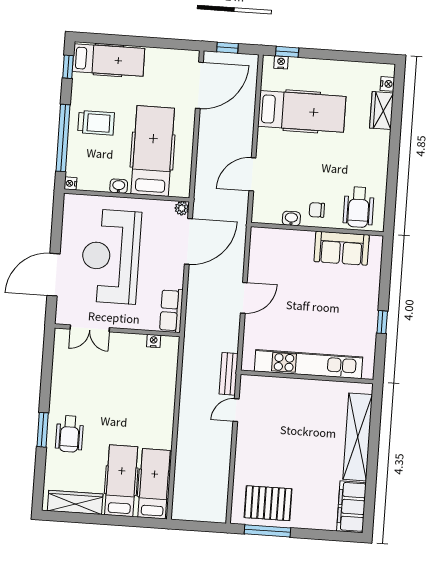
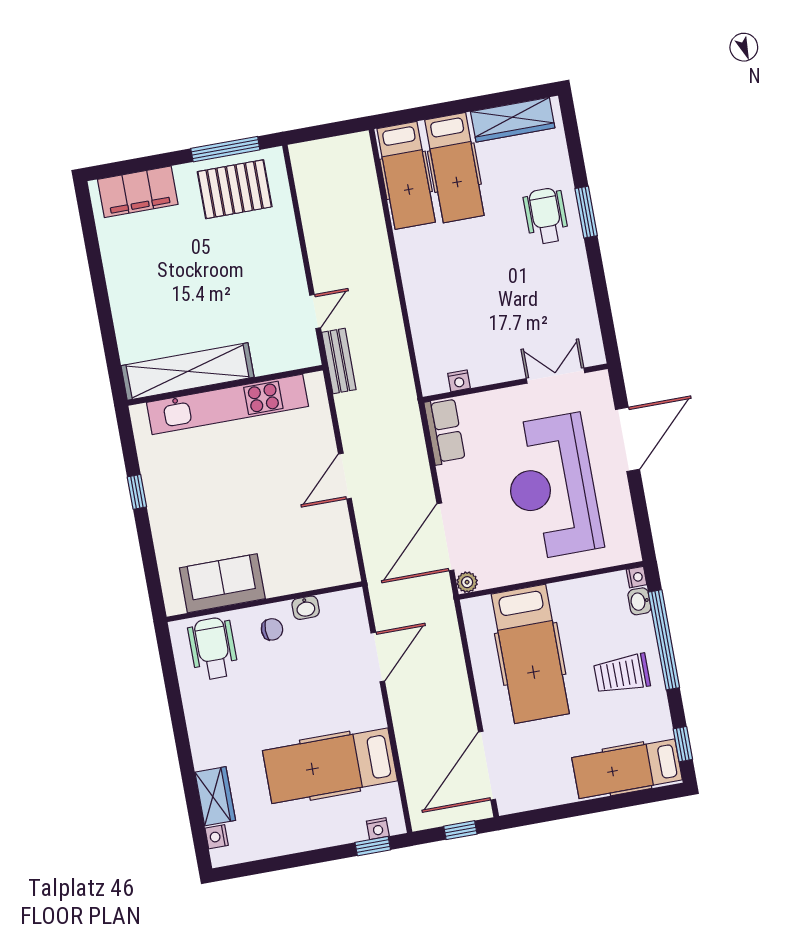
washbasin: (119, 186) -> (639, 601), moved, turned 90
reception desk: (111, 256) -> (552, 487), turned 180
shelving: (358, 437) -> (188, 371), moved, turned 90
filing cabinet: (351, 507) -> (138, 192), moved, turned 90

